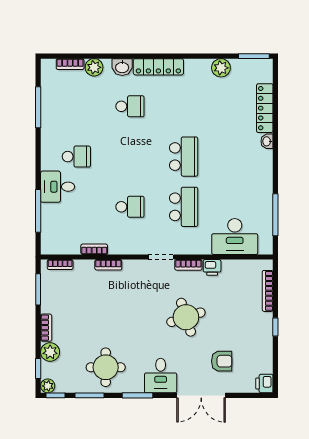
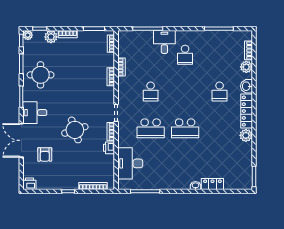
plant: (221, 68) -> (246, 135), moved
locker: (265, 108) -> (212, 184), width x0.66

